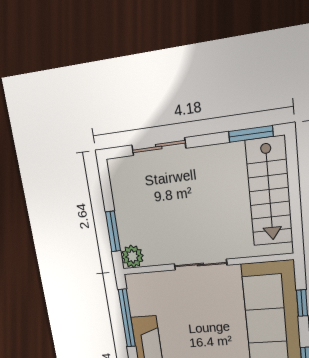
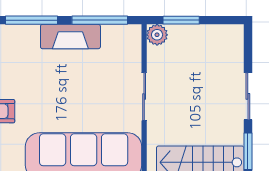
sliding door: (159, 147) -> (248, 96), moved

